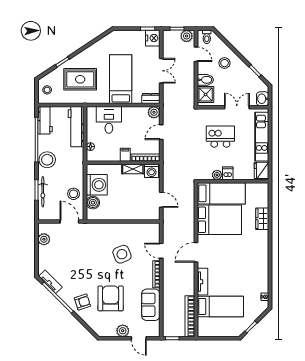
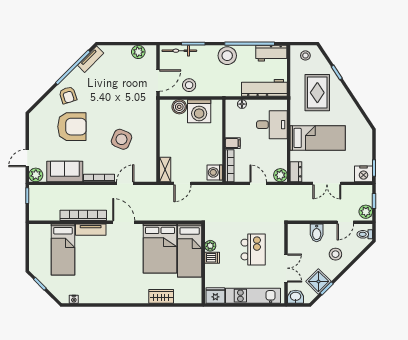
shower: (206, 94) -> (318, 281), moved, turned 45
shelving: (133, 169) -> (165, 170), moved
bicycle: (43, 192) -> (179, 51), moved
side table: (122, 254) -> (121, 139), turned 45
bookcase: (190, 316) -> (83, 215), moved
plant: (123, 331) -> (36, 175), moved

